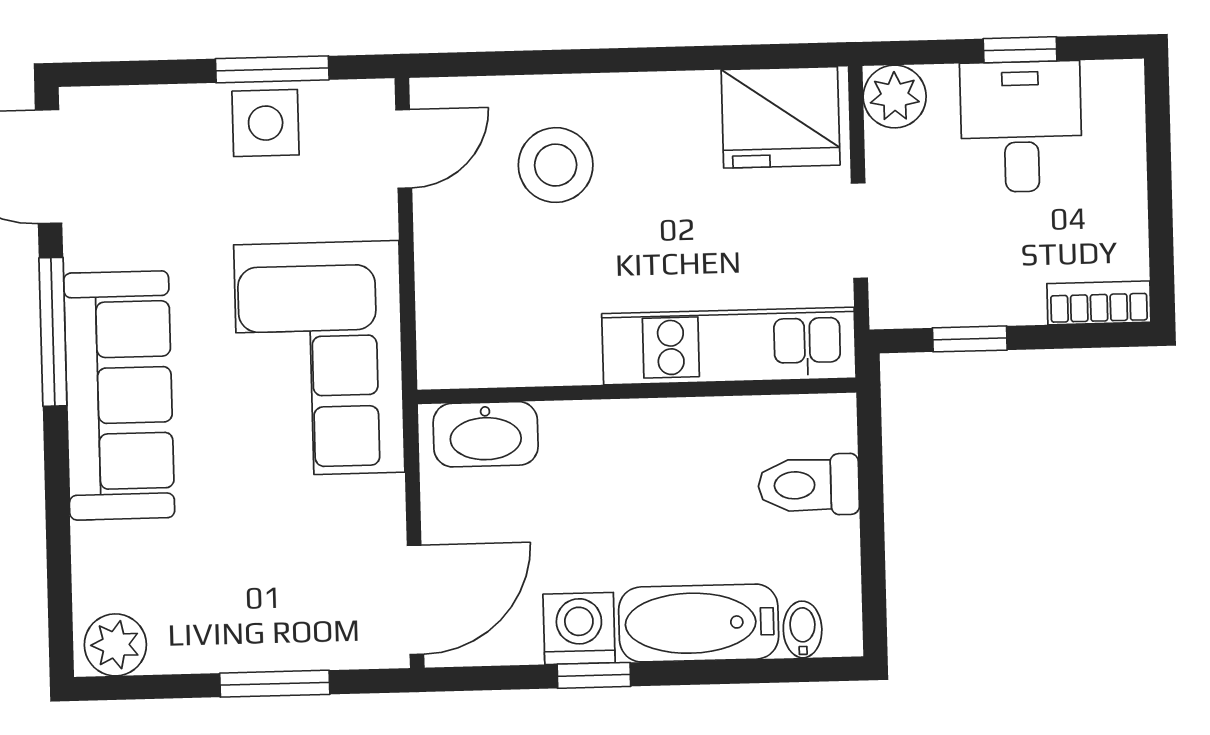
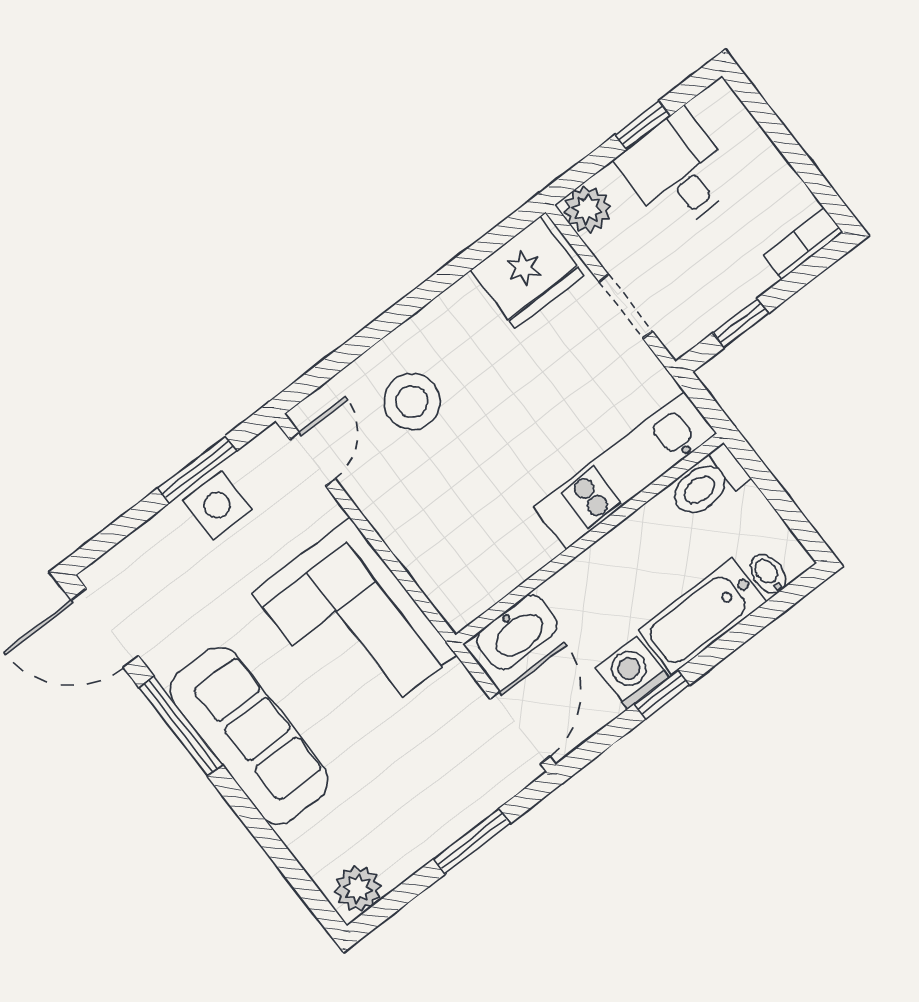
kitchen unit: (729, 346) -> (625, 470), moved
wall: (637, 391) -> (590, 539), moved
washbasin: (486, 434) -> (517, 632), moved

